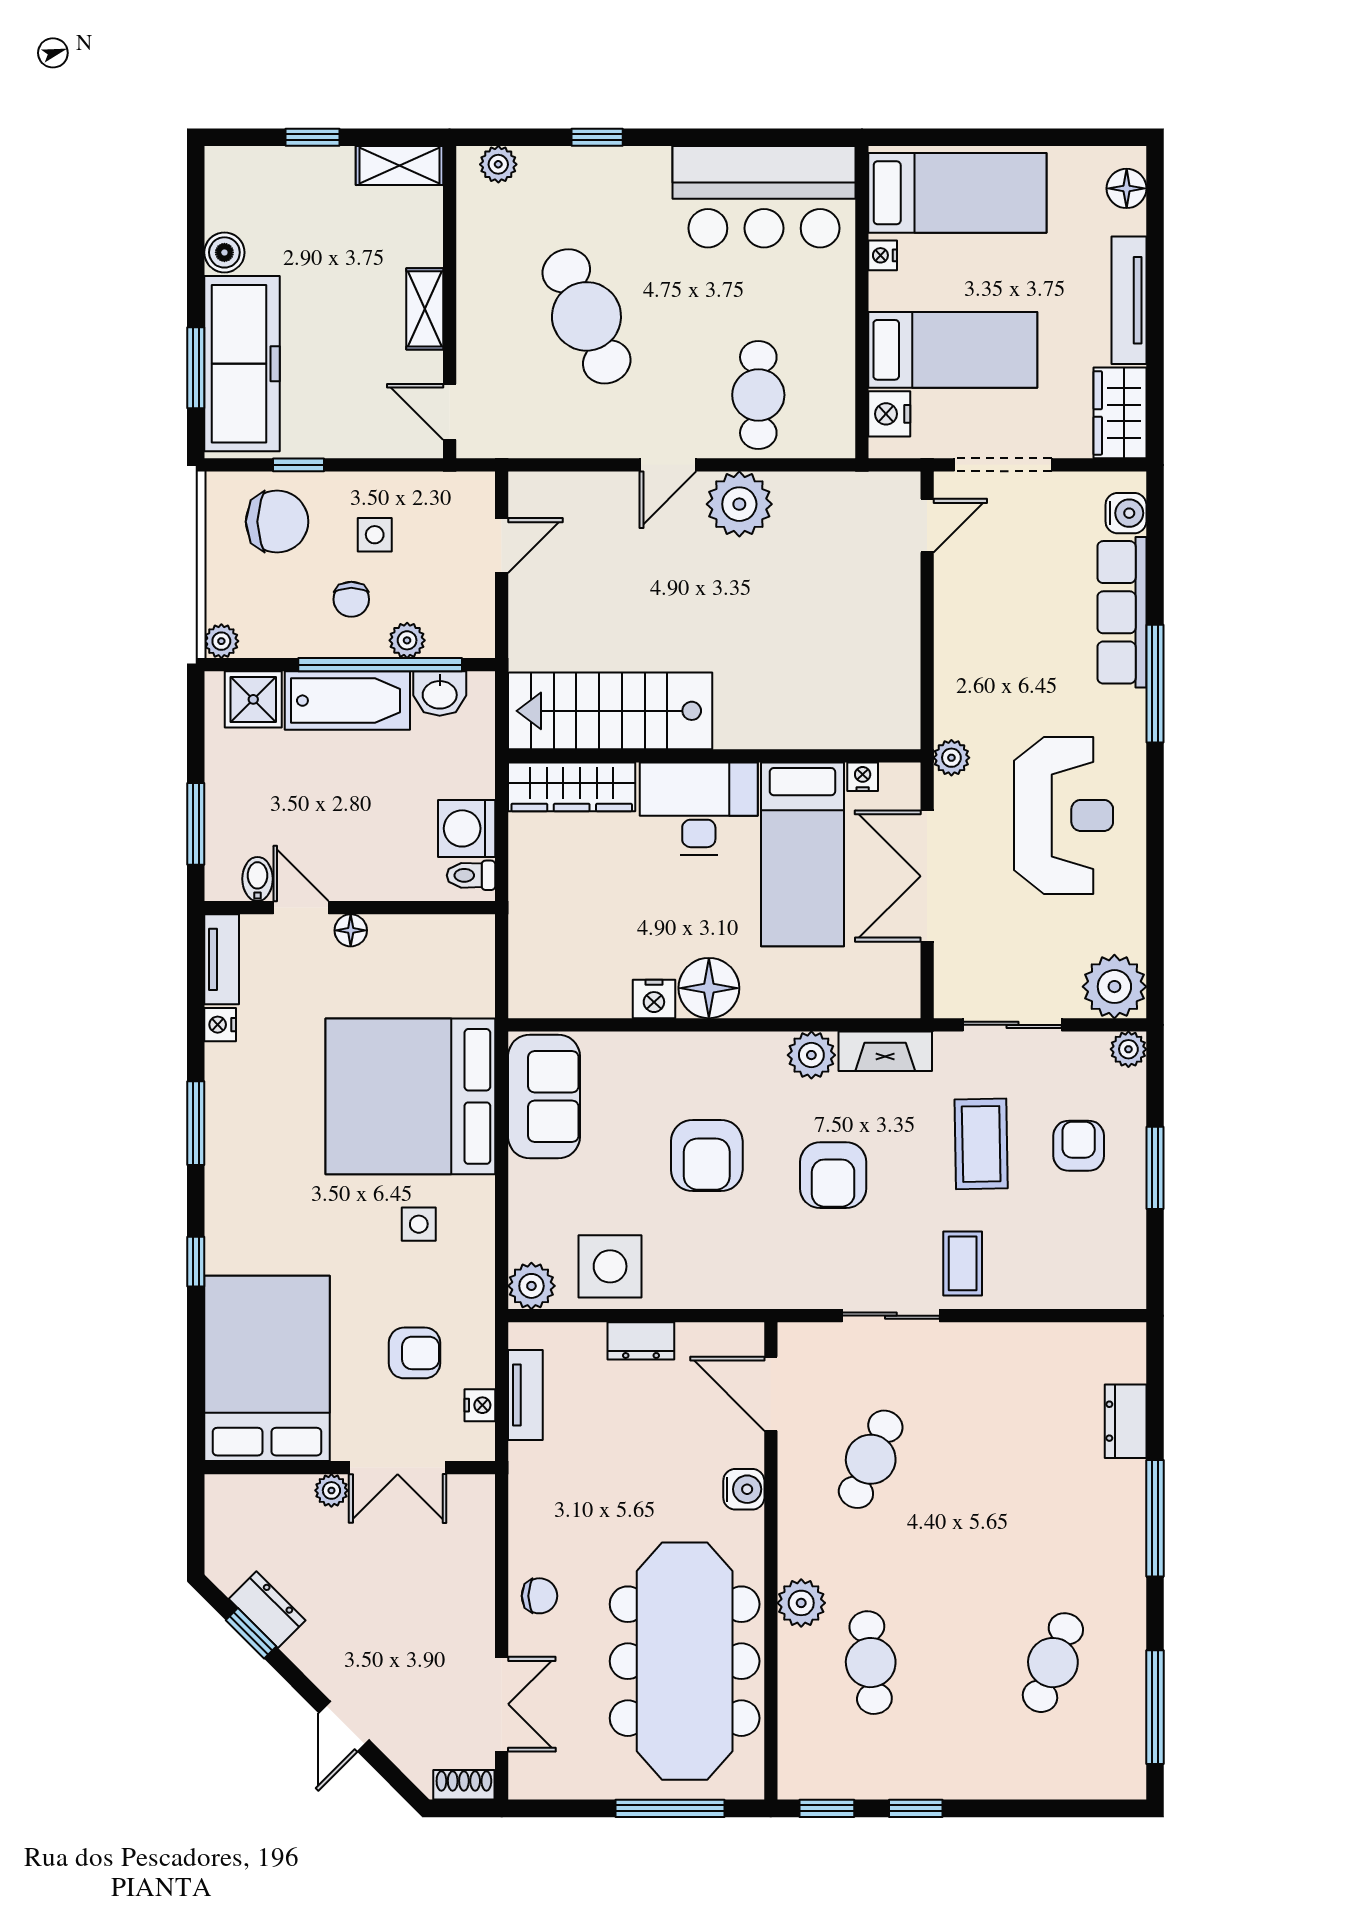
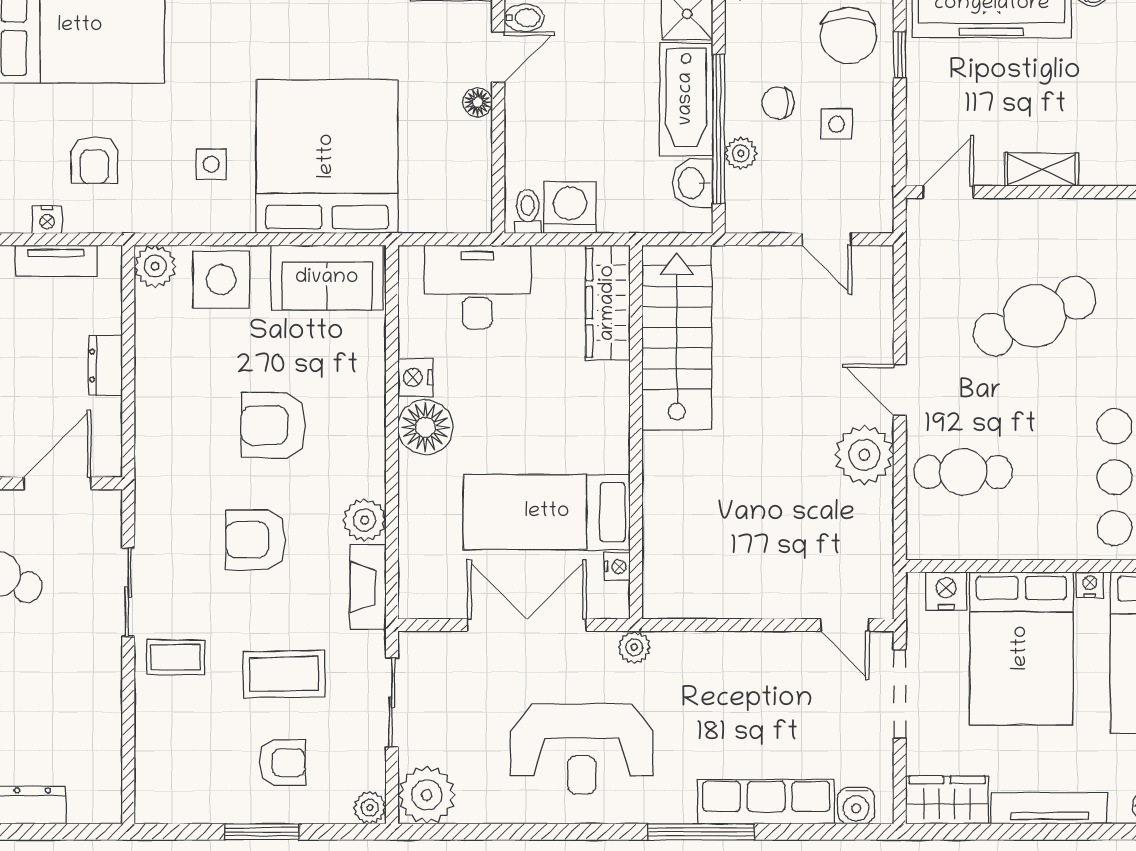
bed: (953, 350) -> (1021, 648), width x1.50
desk: (699, 808) -> (477, 287), moved, turned -90
side table: (610, 1266) -> (221, 280), moved

